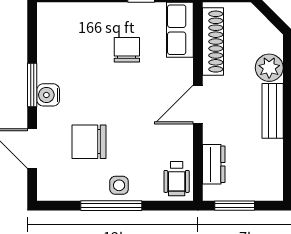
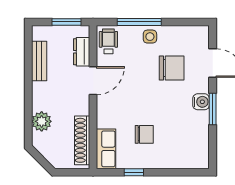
chair: (127, 50) -> (144, 134), turned -90
door: (198, 105) -> (93, 81), moved
bench: (273, 111) -> (39, 61), moved
window: (111, 206) -> (139, 22), moved

